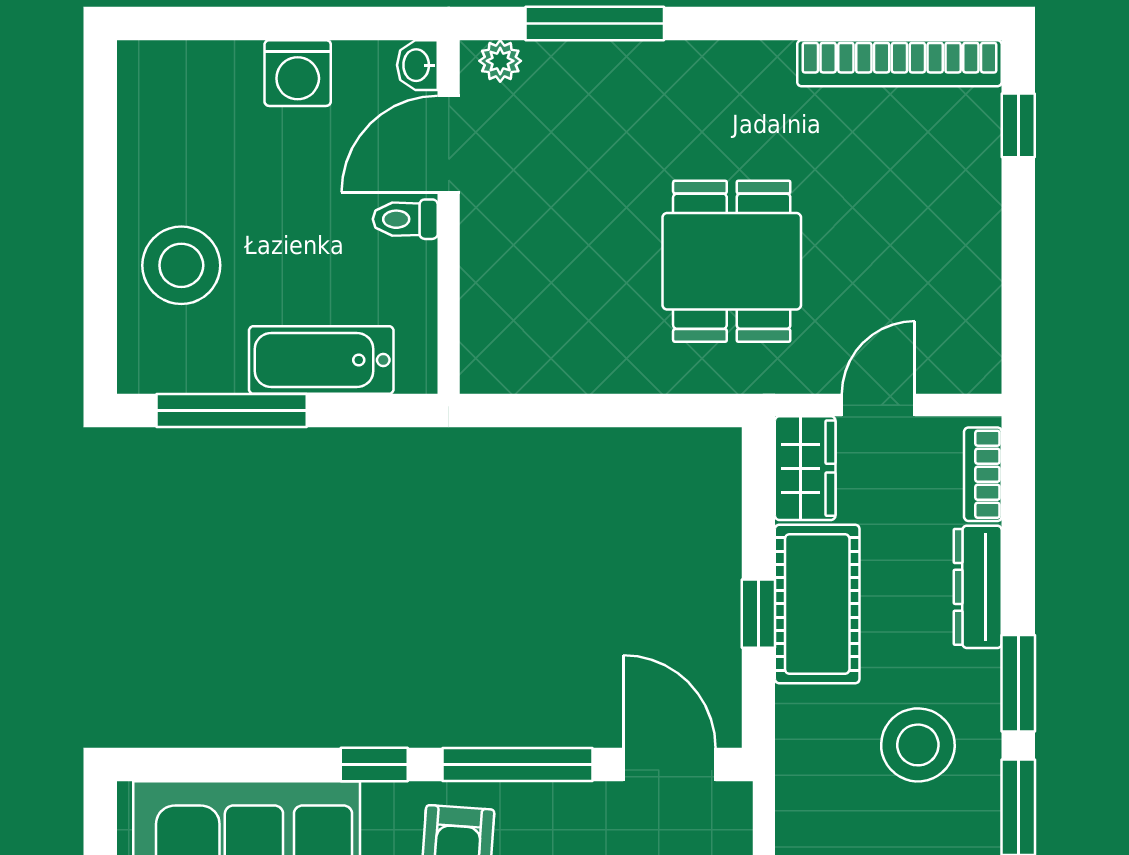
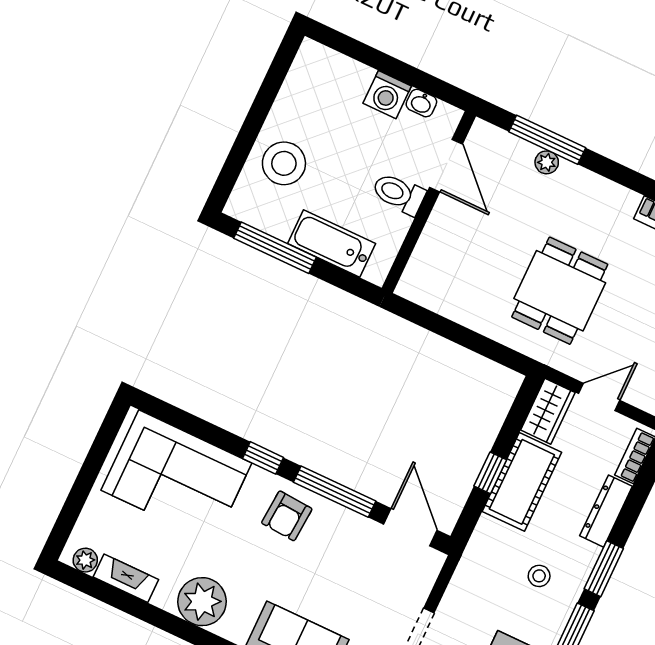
plant: (500, 61) -> (547, 162), moved
washbasin: (417, 65) -> (421, 103), moved, turned -90
door: (449, 144) -> (446, 166), swing flipped
toilet: (405, 219) -> (399, 194), width x1.37, depth x1.39
stool: (918, 745) -> (539, 576), width x0.53, depth x0.53

